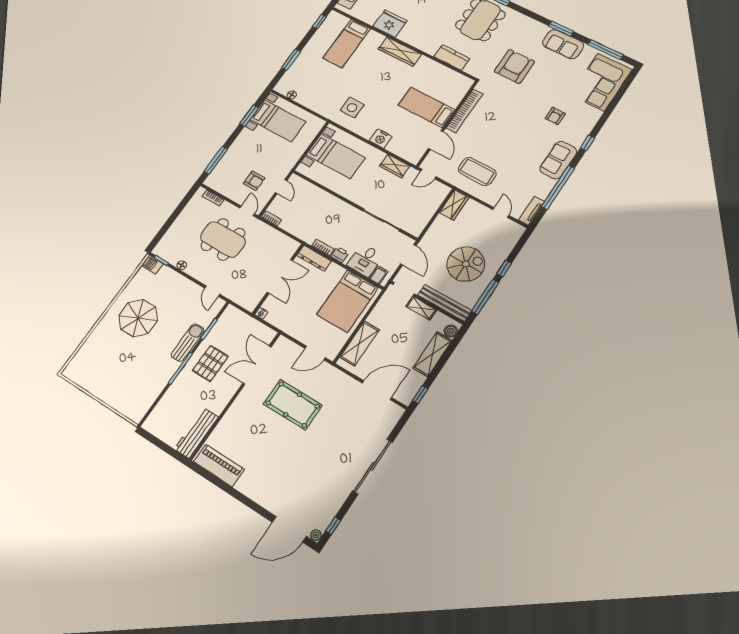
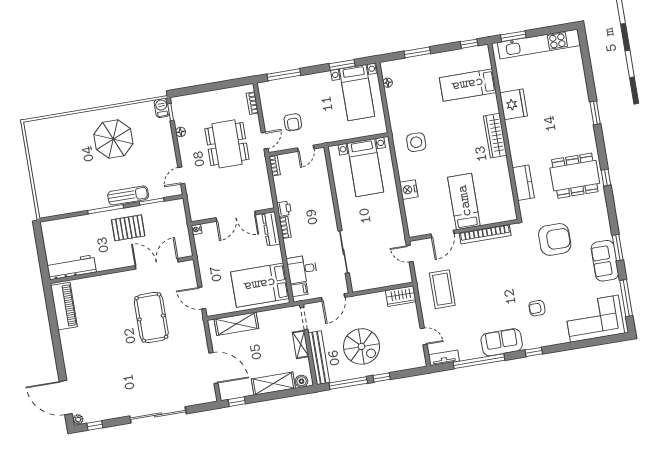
wardrobe: (394, 166) -> (395, 221), removed
door: (501, 213) -> (424, 336), hinge flipped
printer: (340, 255) -> (284, 209), moved

